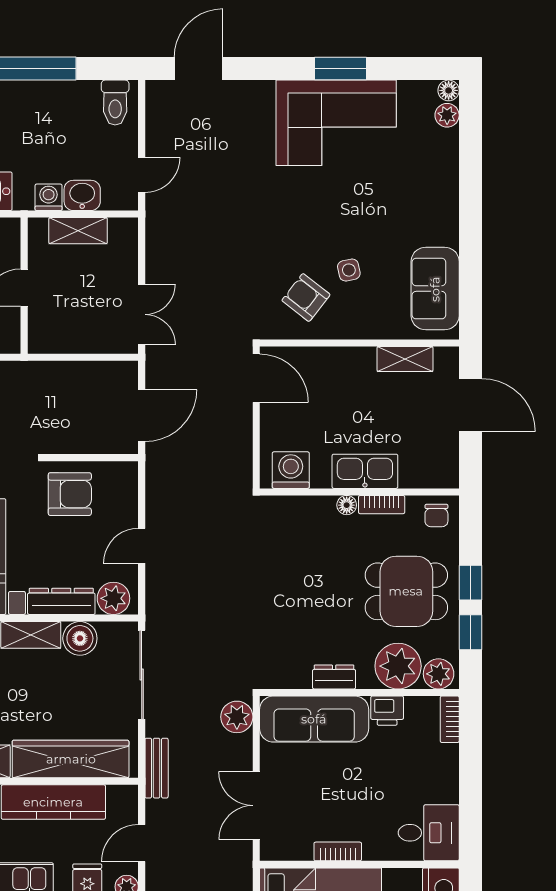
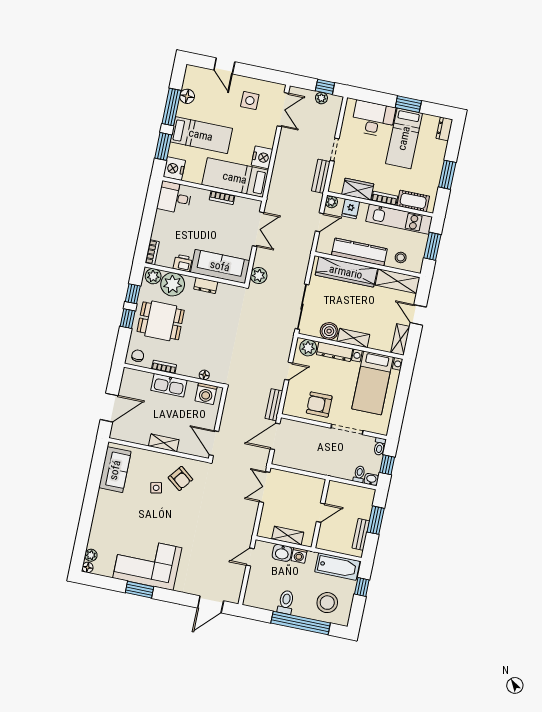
toilet: (115, 103) -> (286, 602), moved
shelving: (405, 359) -> (164, 443), moved
door: (470, 405) -> (109, 408), swing flipped
floor lamp: (347, 505) -> (204, 375), moved
bench: (157, 768) -> (274, 405), moved

